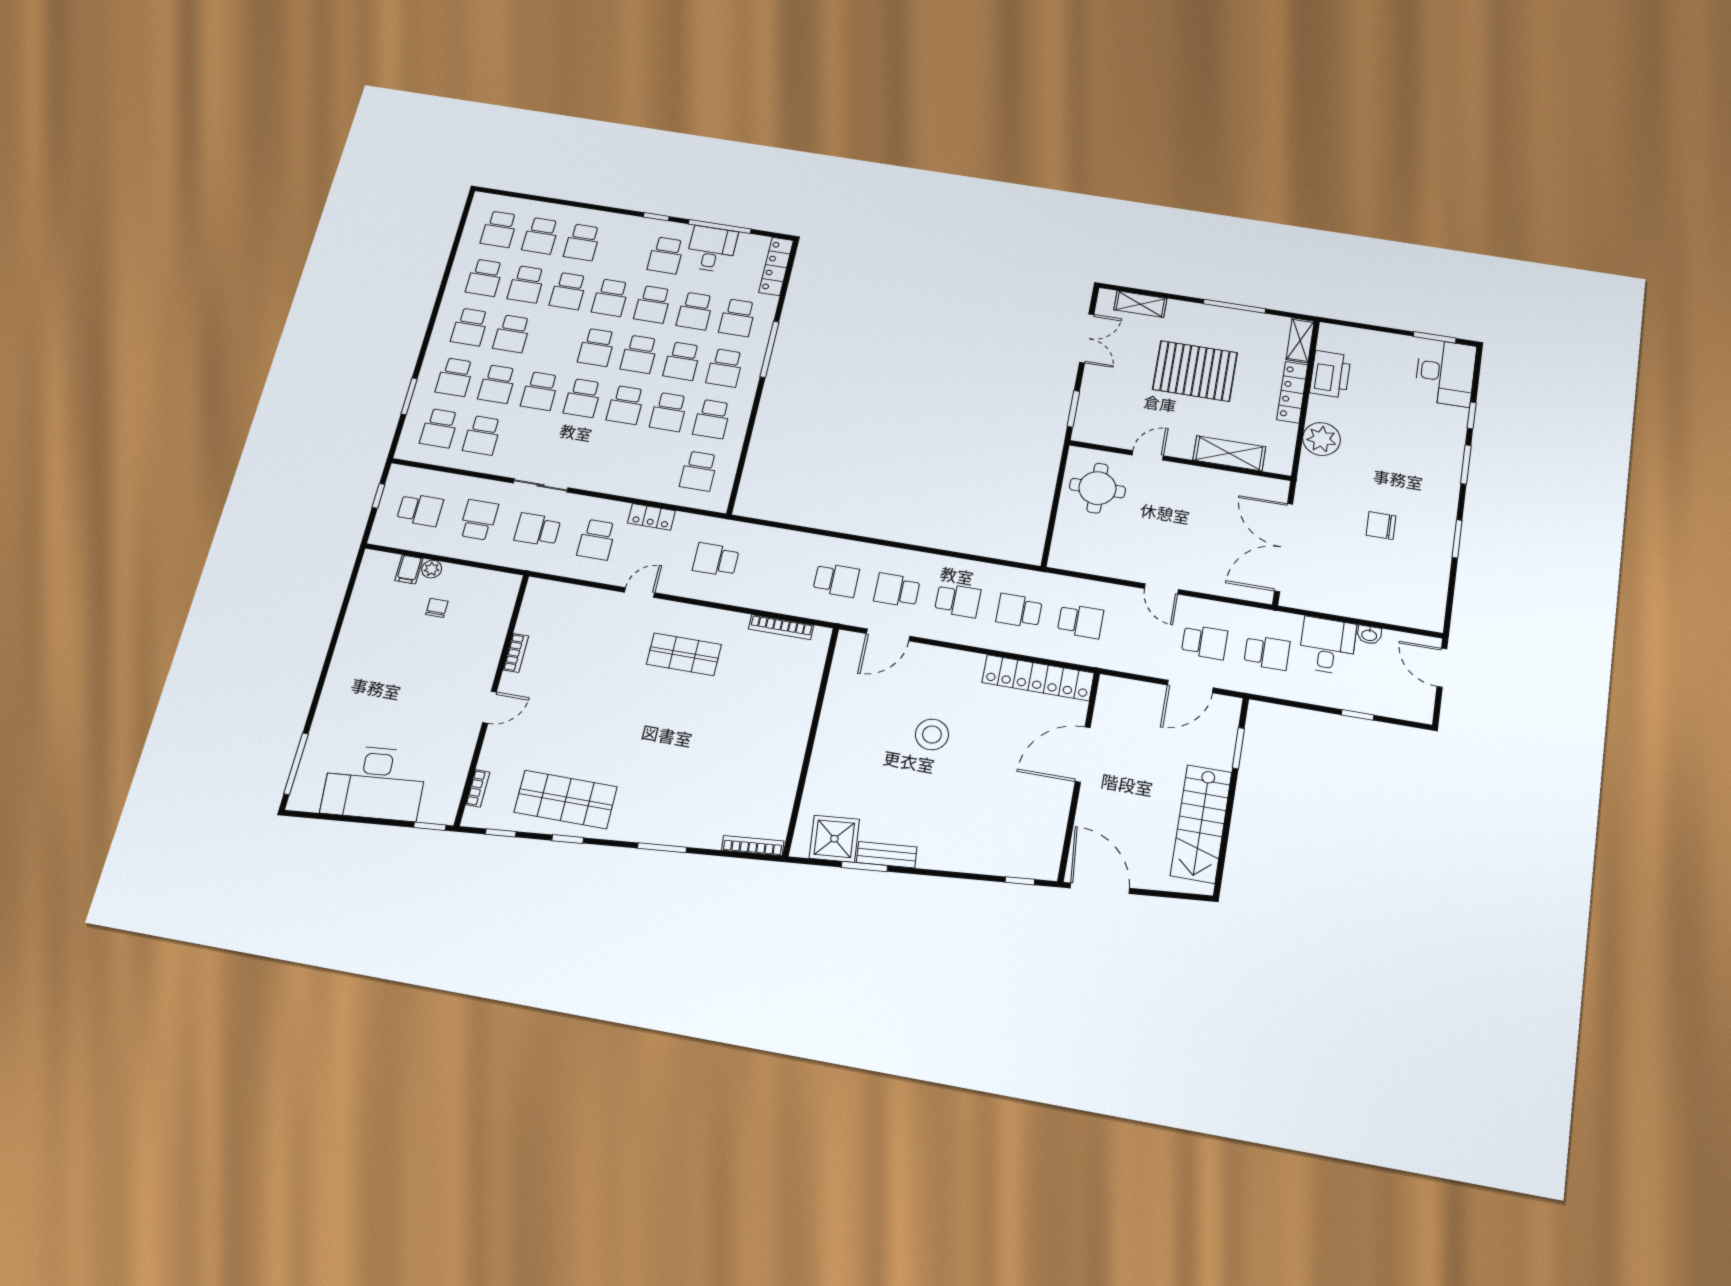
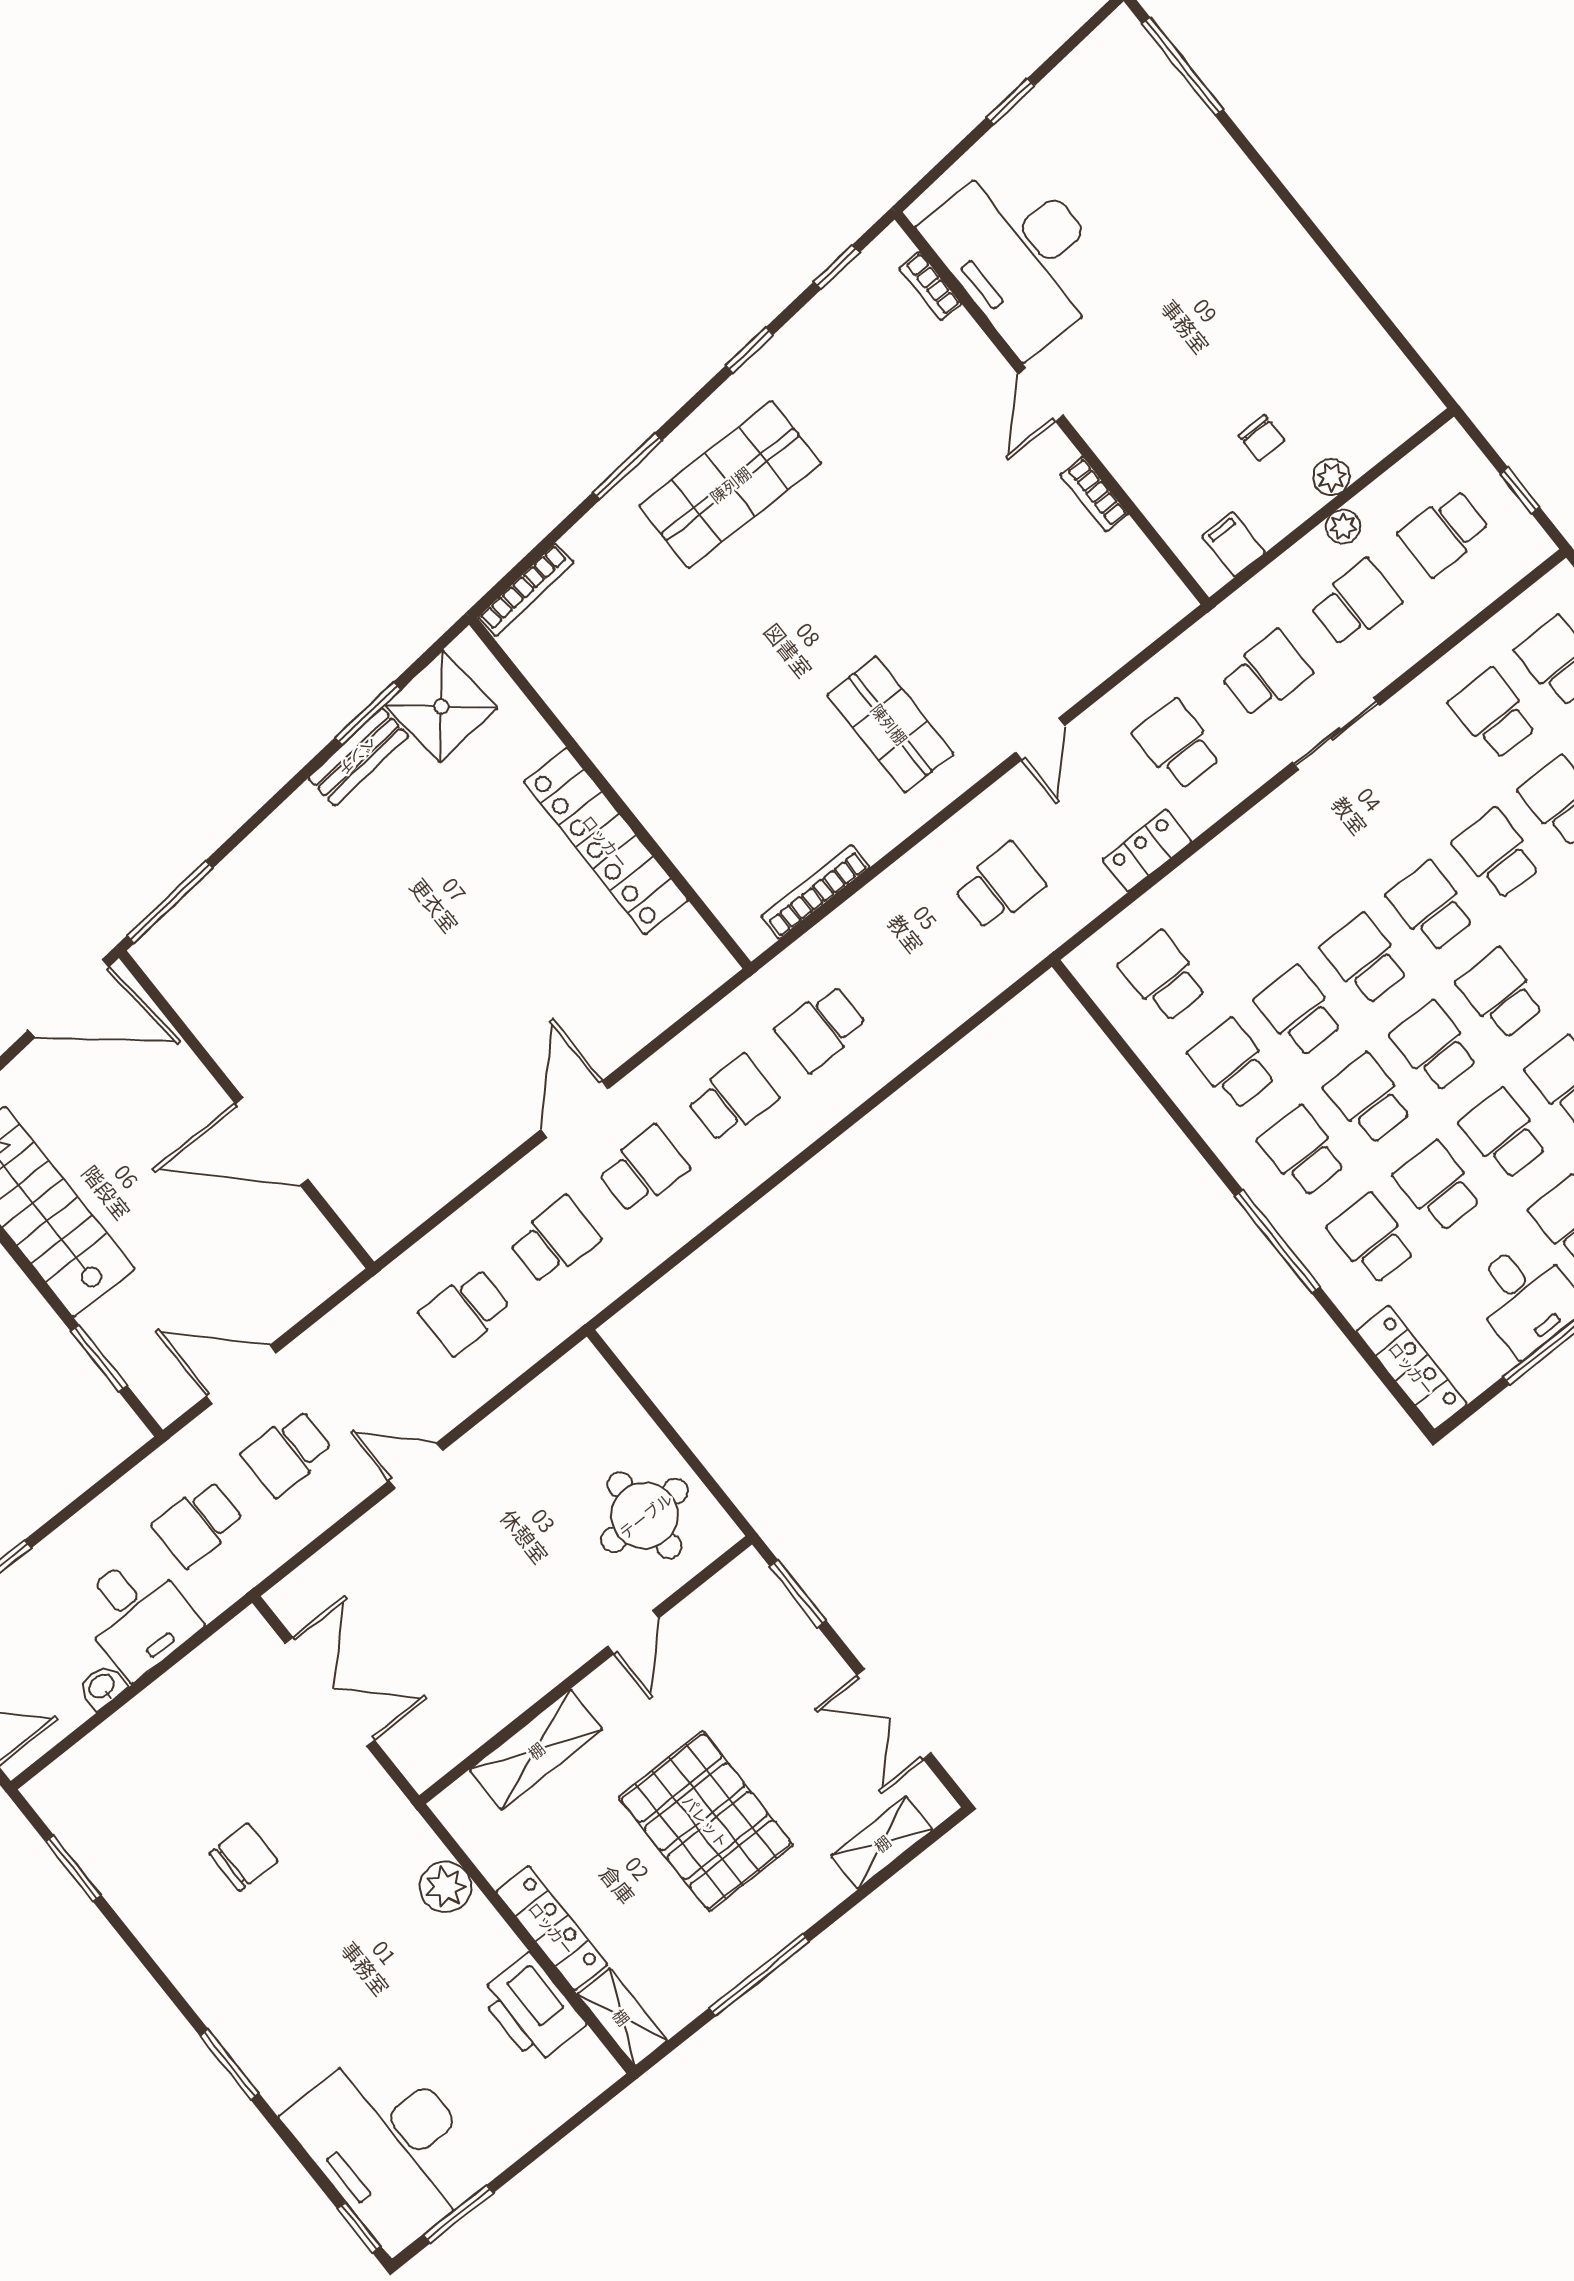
pallet: (1195, 371) -> (706, 1821), turned 90
desk: (1445, 373) -> (388, 2146), width x1.36, depth x1.30
window: (1472, 415) -> (359, 2228), moved
plant: (1321, 439) -> (446, 1887), width x0.73, depth x0.73
school desk: (479, 520) -> (1355, 603), turned -90
window: (1457, 539) -> (73, 1868), moved
double door: (1284, 547) -> (330, 1692), width x0.73
plant: (449, 549) -> (1343, 527), added
filing cabinet: (409, 569) -> (1234, 544), moved
school desk: (958, 600) -> (643, 1170), turned 180
door: (888, 635) -> (575, 1109), moved
shop shelf: (684, 654) -> (890, 724), turned 90
locker: (1038, 678) -> (606, 841), moved, turned -90
door: (1190, 686) -> (241, 1374), hinge flipped
stool: (932, 735) -> (476, 963), removed
door: (1083, 755) -> (272, 1141), swing flipped
desk: (374, 783) -> (1020, 255), moved, turned -85
shop shelf: (566, 799) -> (730, 484), moved
window: (430, 826) -> (1011, 101), moved
window: (1020, 881) -> (170, 902), width x2.17

